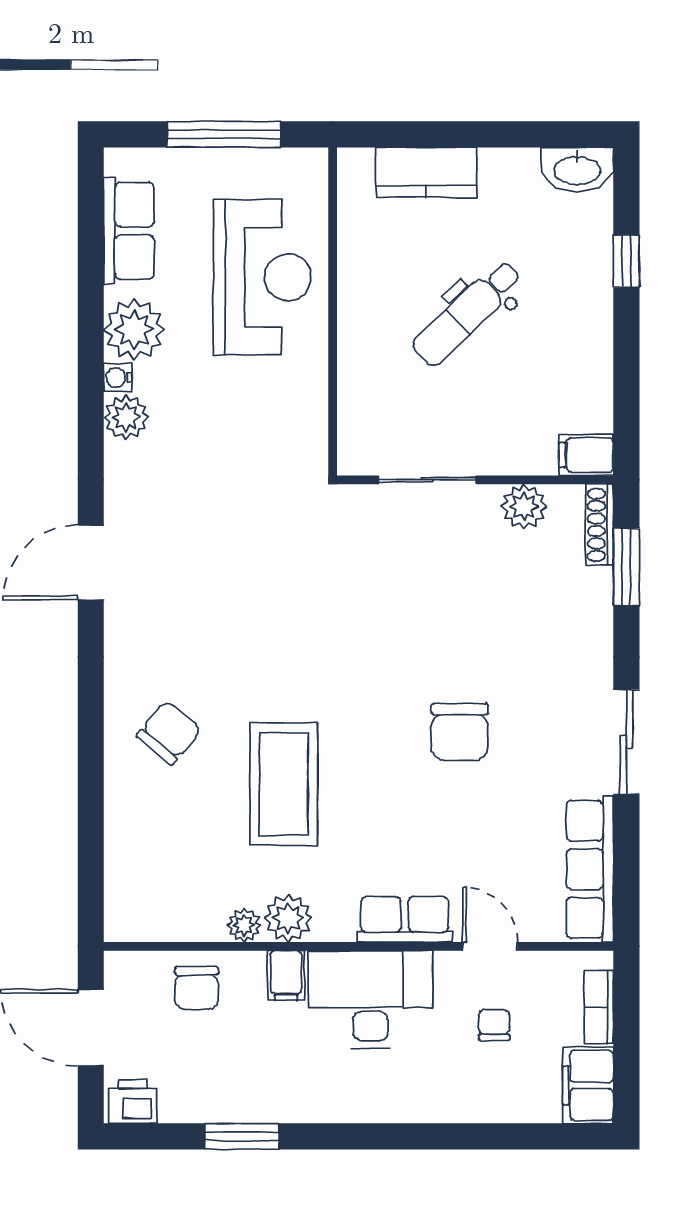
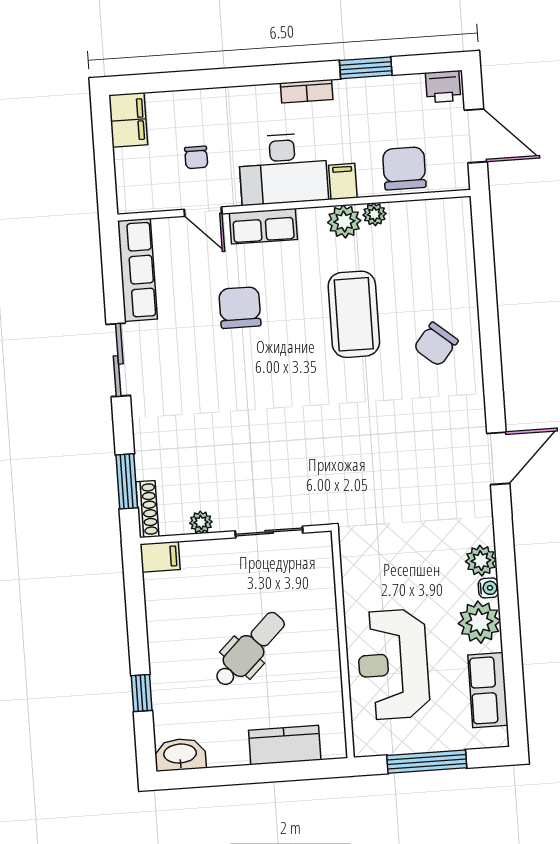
plant: (524, 507) -> (201, 522), width x0.73, depth x0.73
chair: (460, 732) -> (240, 308), moved
chair: (197, 988) -> (404, 168), width x1.37, depth x1.37
bookcase: (599, 1007) -> (307, 91), moved, turned 90

